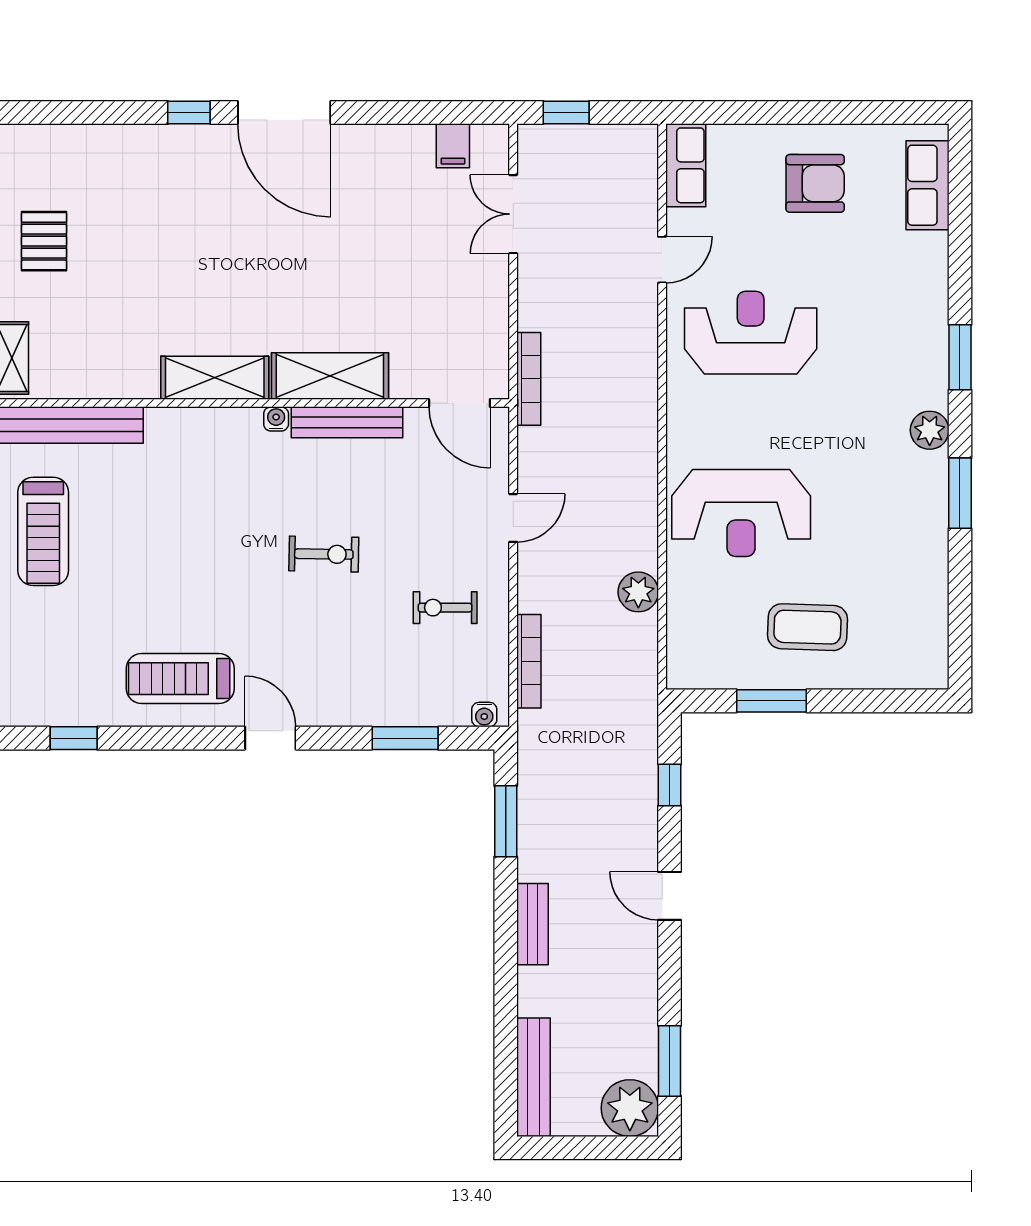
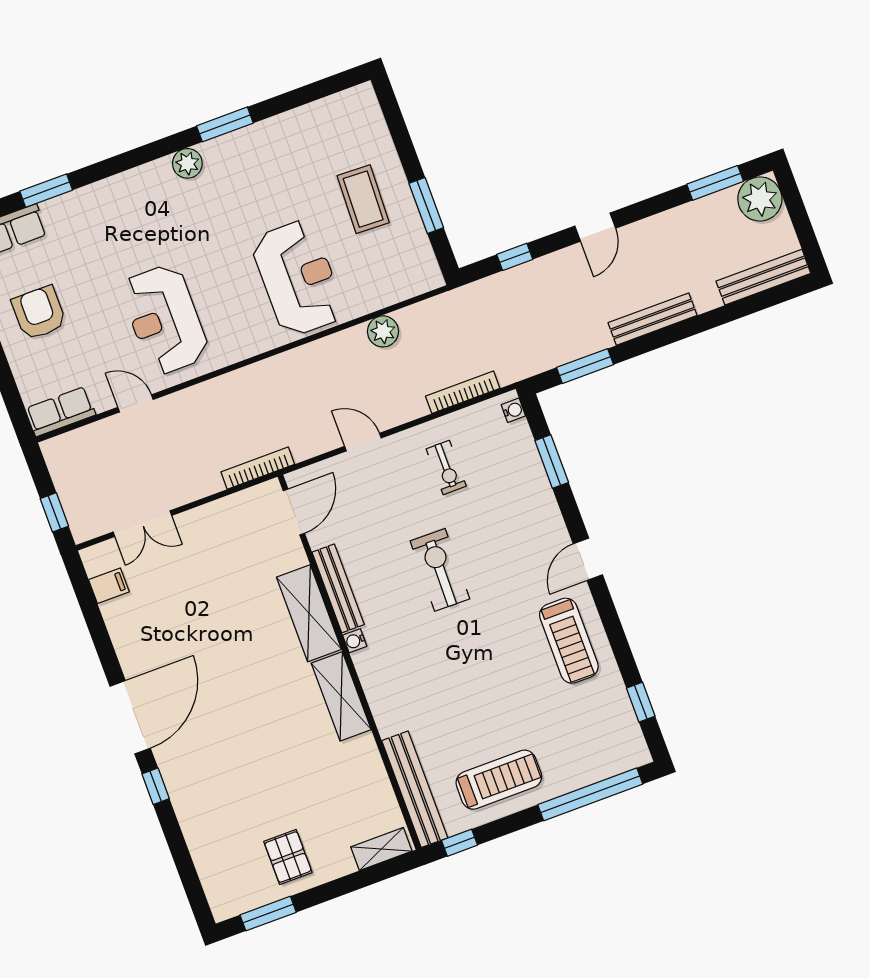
pallet: (44, 241) -> (288, 857), turned 90
window: (960, 357) -> (46, 191), moved
exercise bike: (324, 554) -> (440, 570), width x1.38, depth x1.39
bench: (532, 924) -> (653, 319), width x1.36

